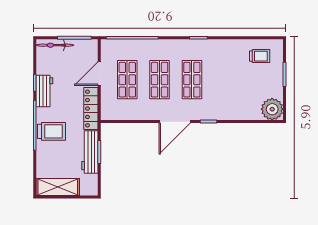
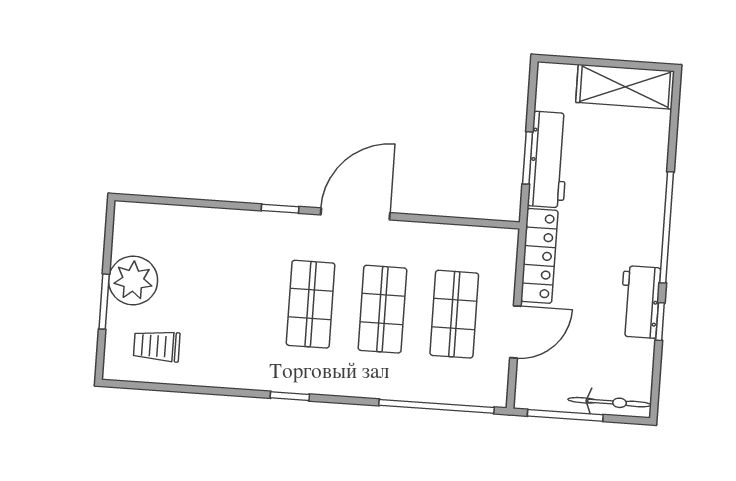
plant: (272, 109) -> (133, 280), moved
trolley: (52, 131) -> (630, 211), removed

